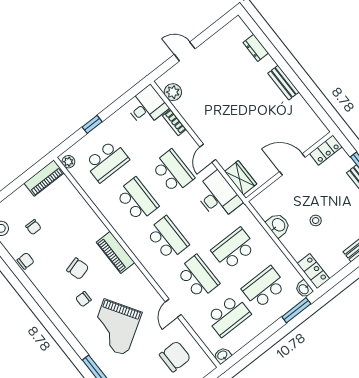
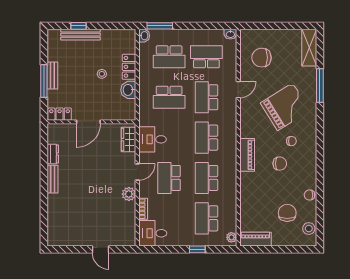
dresser: (256, 48) -> (53, 154), moved
plant: (173, 92) -> (129, 194), moved
school desk: (107, 161) -> (206, 218), turned -90
door: (292, 164) -> (88, 122), hinge flipped
desk: (218, 196) -> (153, 139), width x0.73
chair: (33, 227) -> (287, 213), width x1.87, depth x1.87
chair: (78, 269) -> (280, 164), turned 106
locker: (313, 271) -> (129, 67), moved

